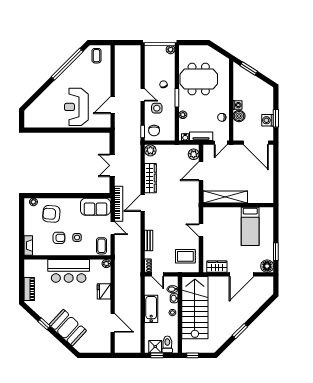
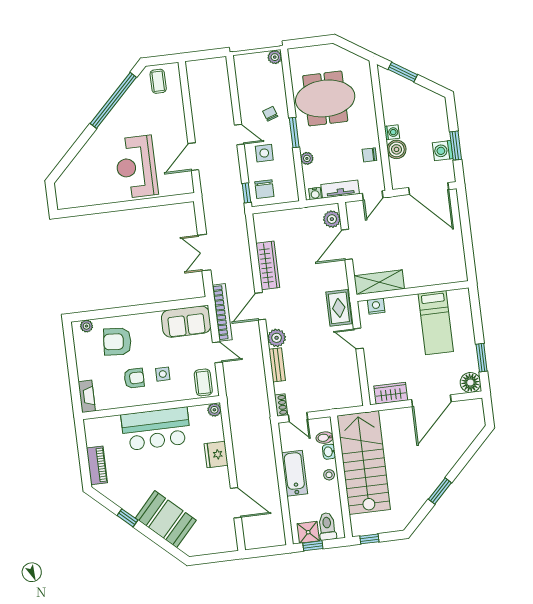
plant: (150, 150) -> (277, 338), moved
shelving: (225, 197) -> (379, 282), width x0.68
nightstand: (214, 212) -> (376, 306), added
rug: (185, 256) -> (339, 308), moved, turned 90

